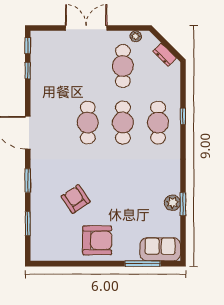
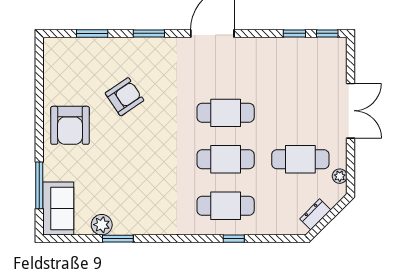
plant: (172, 203) -> (102, 225), moved

